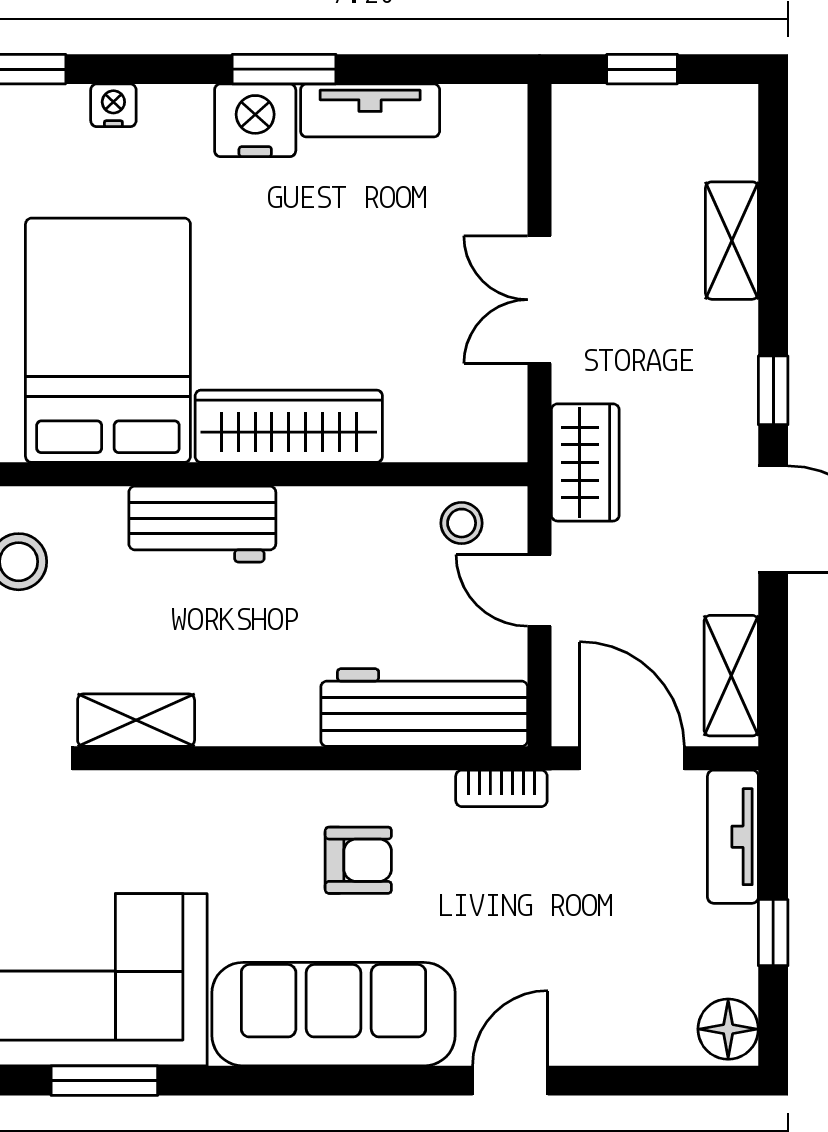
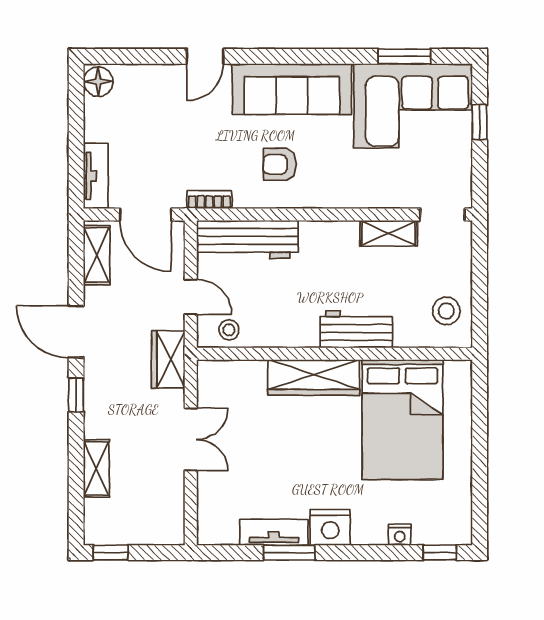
window: (284, 69) -> (289, 553), moved
window: (642, 69) -> (111, 553), moved
window: (773, 933) -> (76, 129), removed

